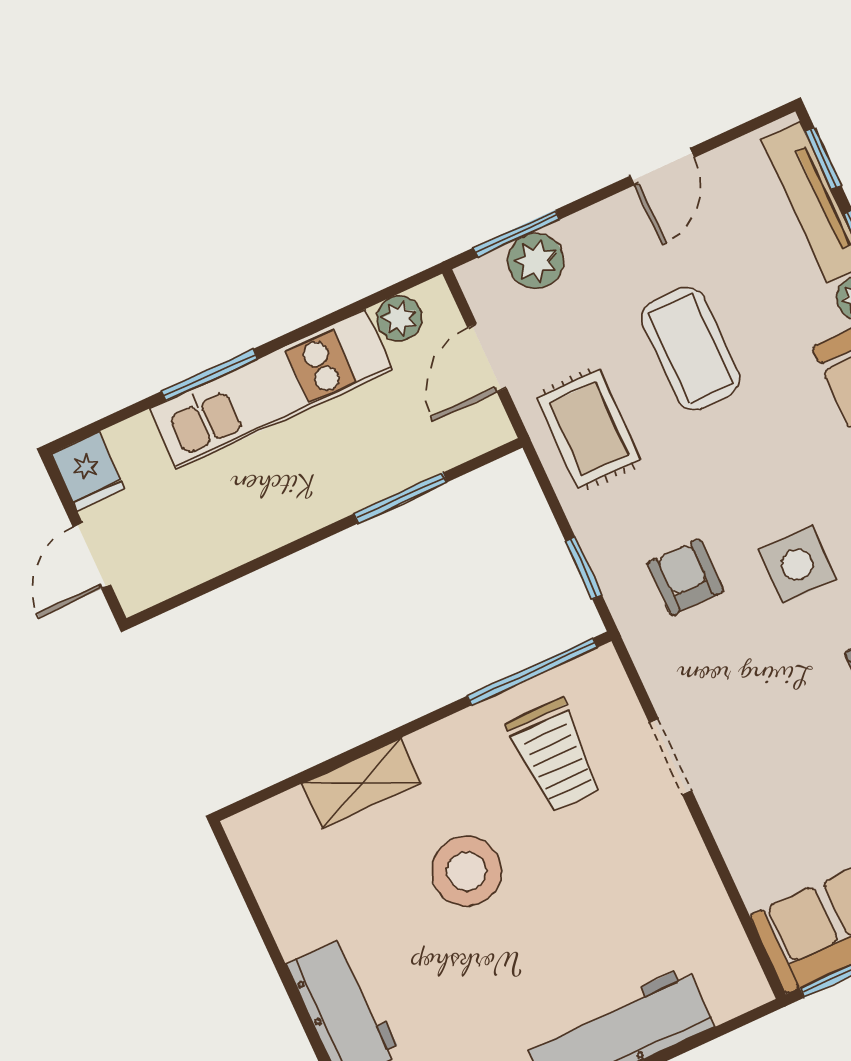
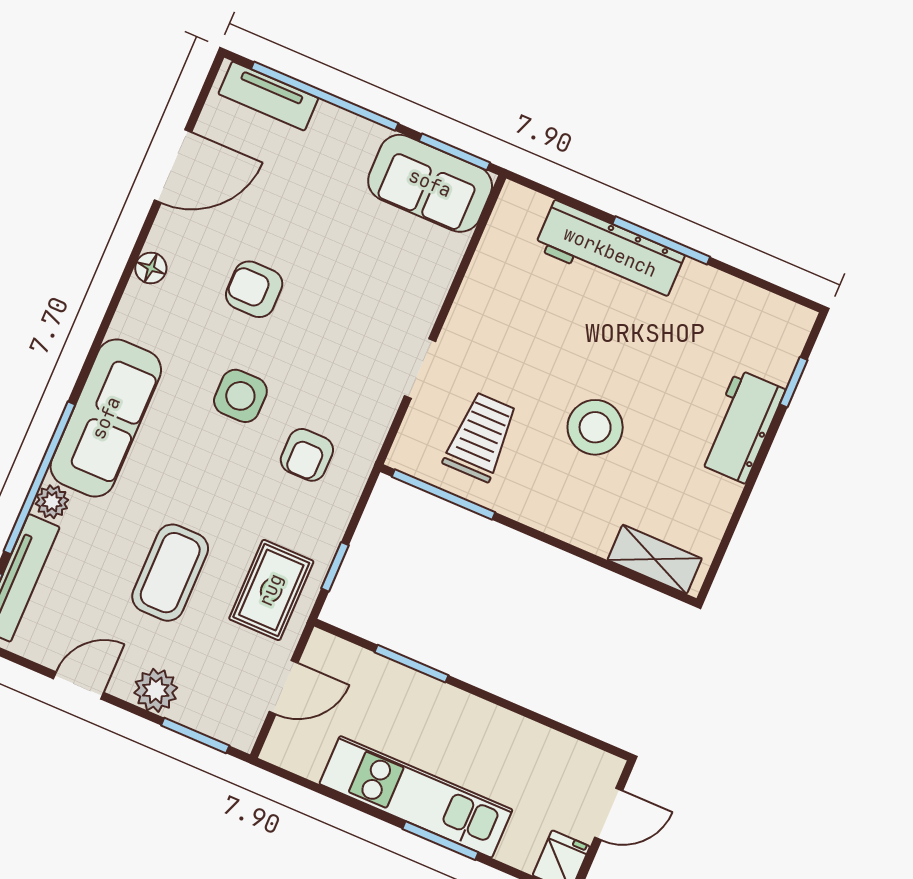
plant: (536, 261) -> (156, 690), moved
plant: (399, 318) -> (307, 759), removed
window: (584, 568) -> (335, 567), moved
shelving: (361, 783) -> (655, 559), moved

